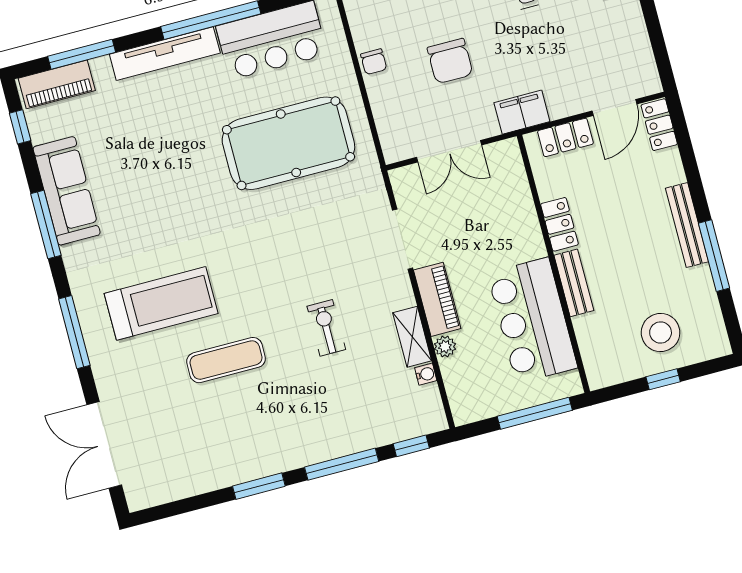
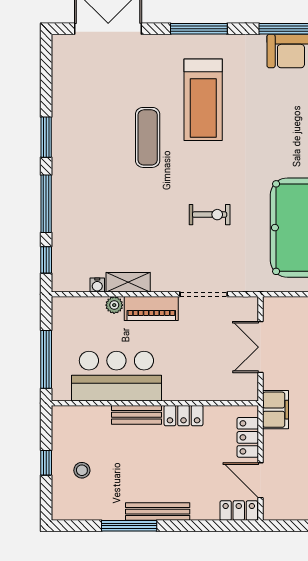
exercise bike: (326, 328) -> (210, 215), moved
stool: (661, 333) -> (82, 470), width x0.53, depth x0.53

